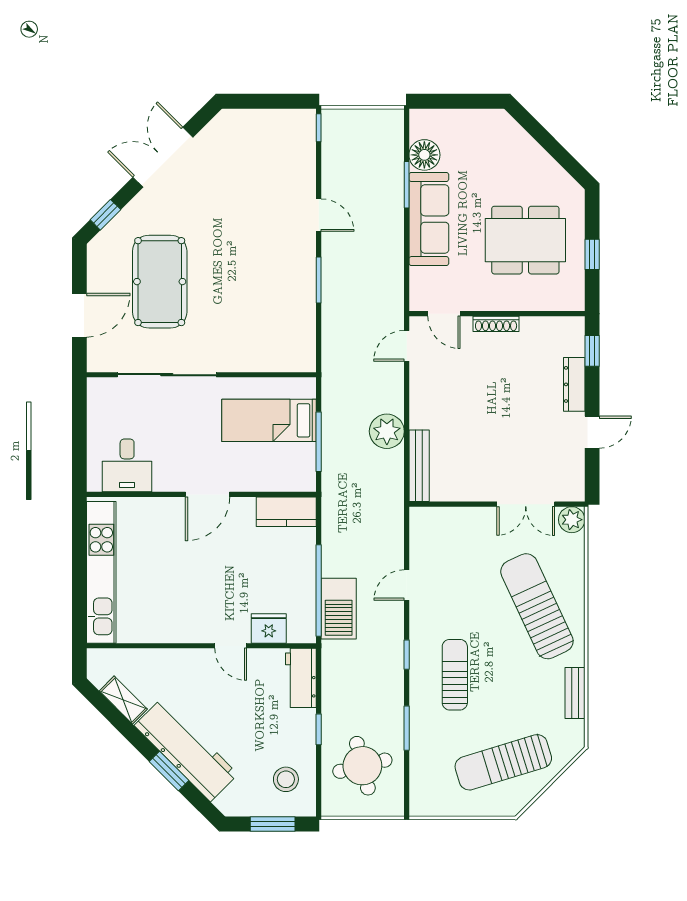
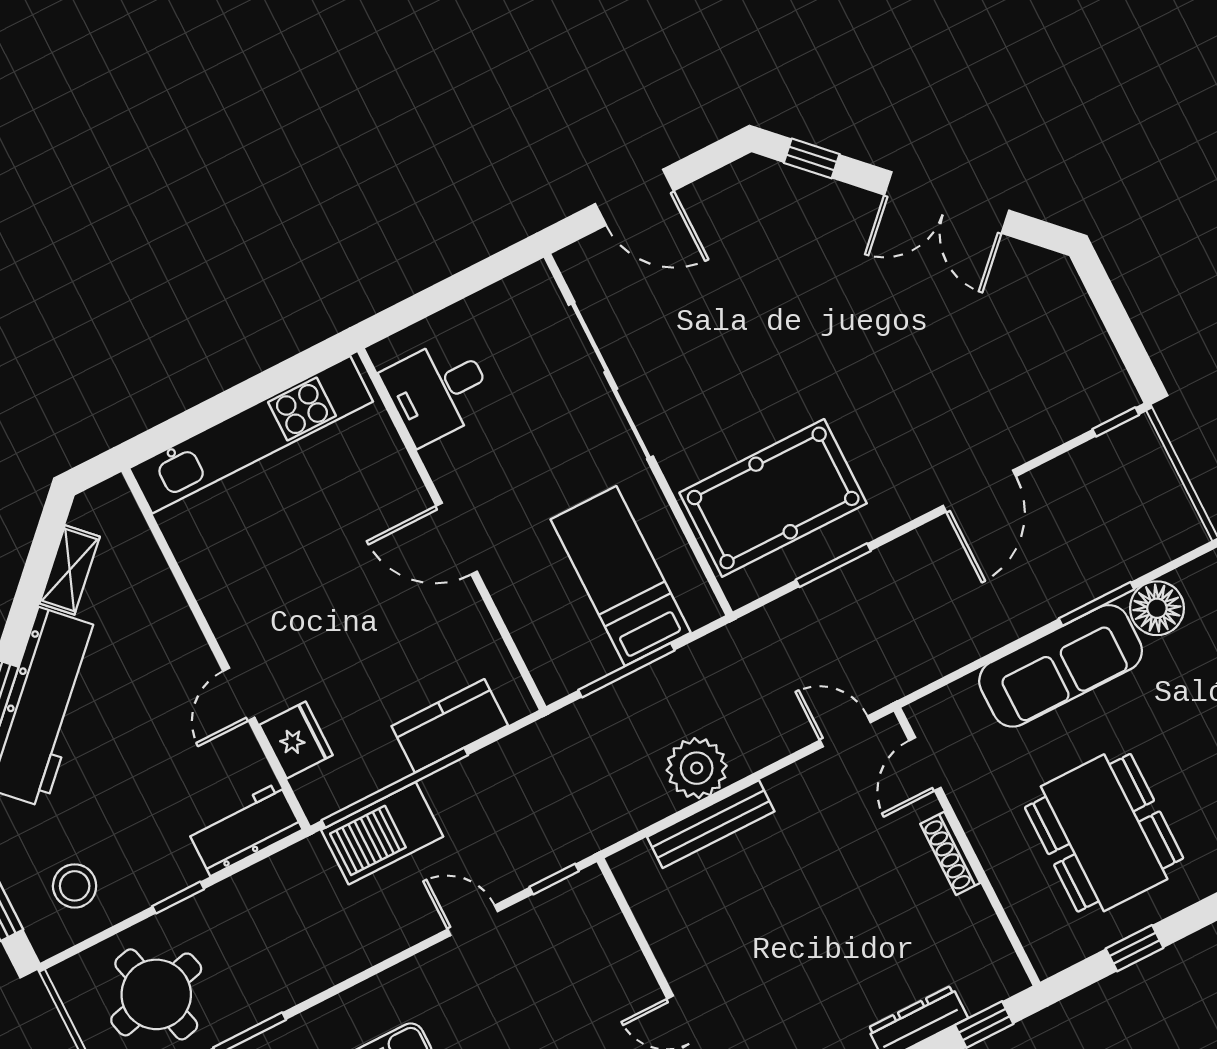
double door: (163, 157) -> (947, 203), swing flipped
door: (319, 215) -> (980, 491), width x1.38
window: (319, 280) -> (833, 565), moved
pool table: (160, 282) -> (773, 498), moved
bench: (419, 466) -> (711, 824), moved
kitchen counter: (286, 512) -> (450, 726), moved, turned 90
window: (407, 655) -> (554, 879), moved

